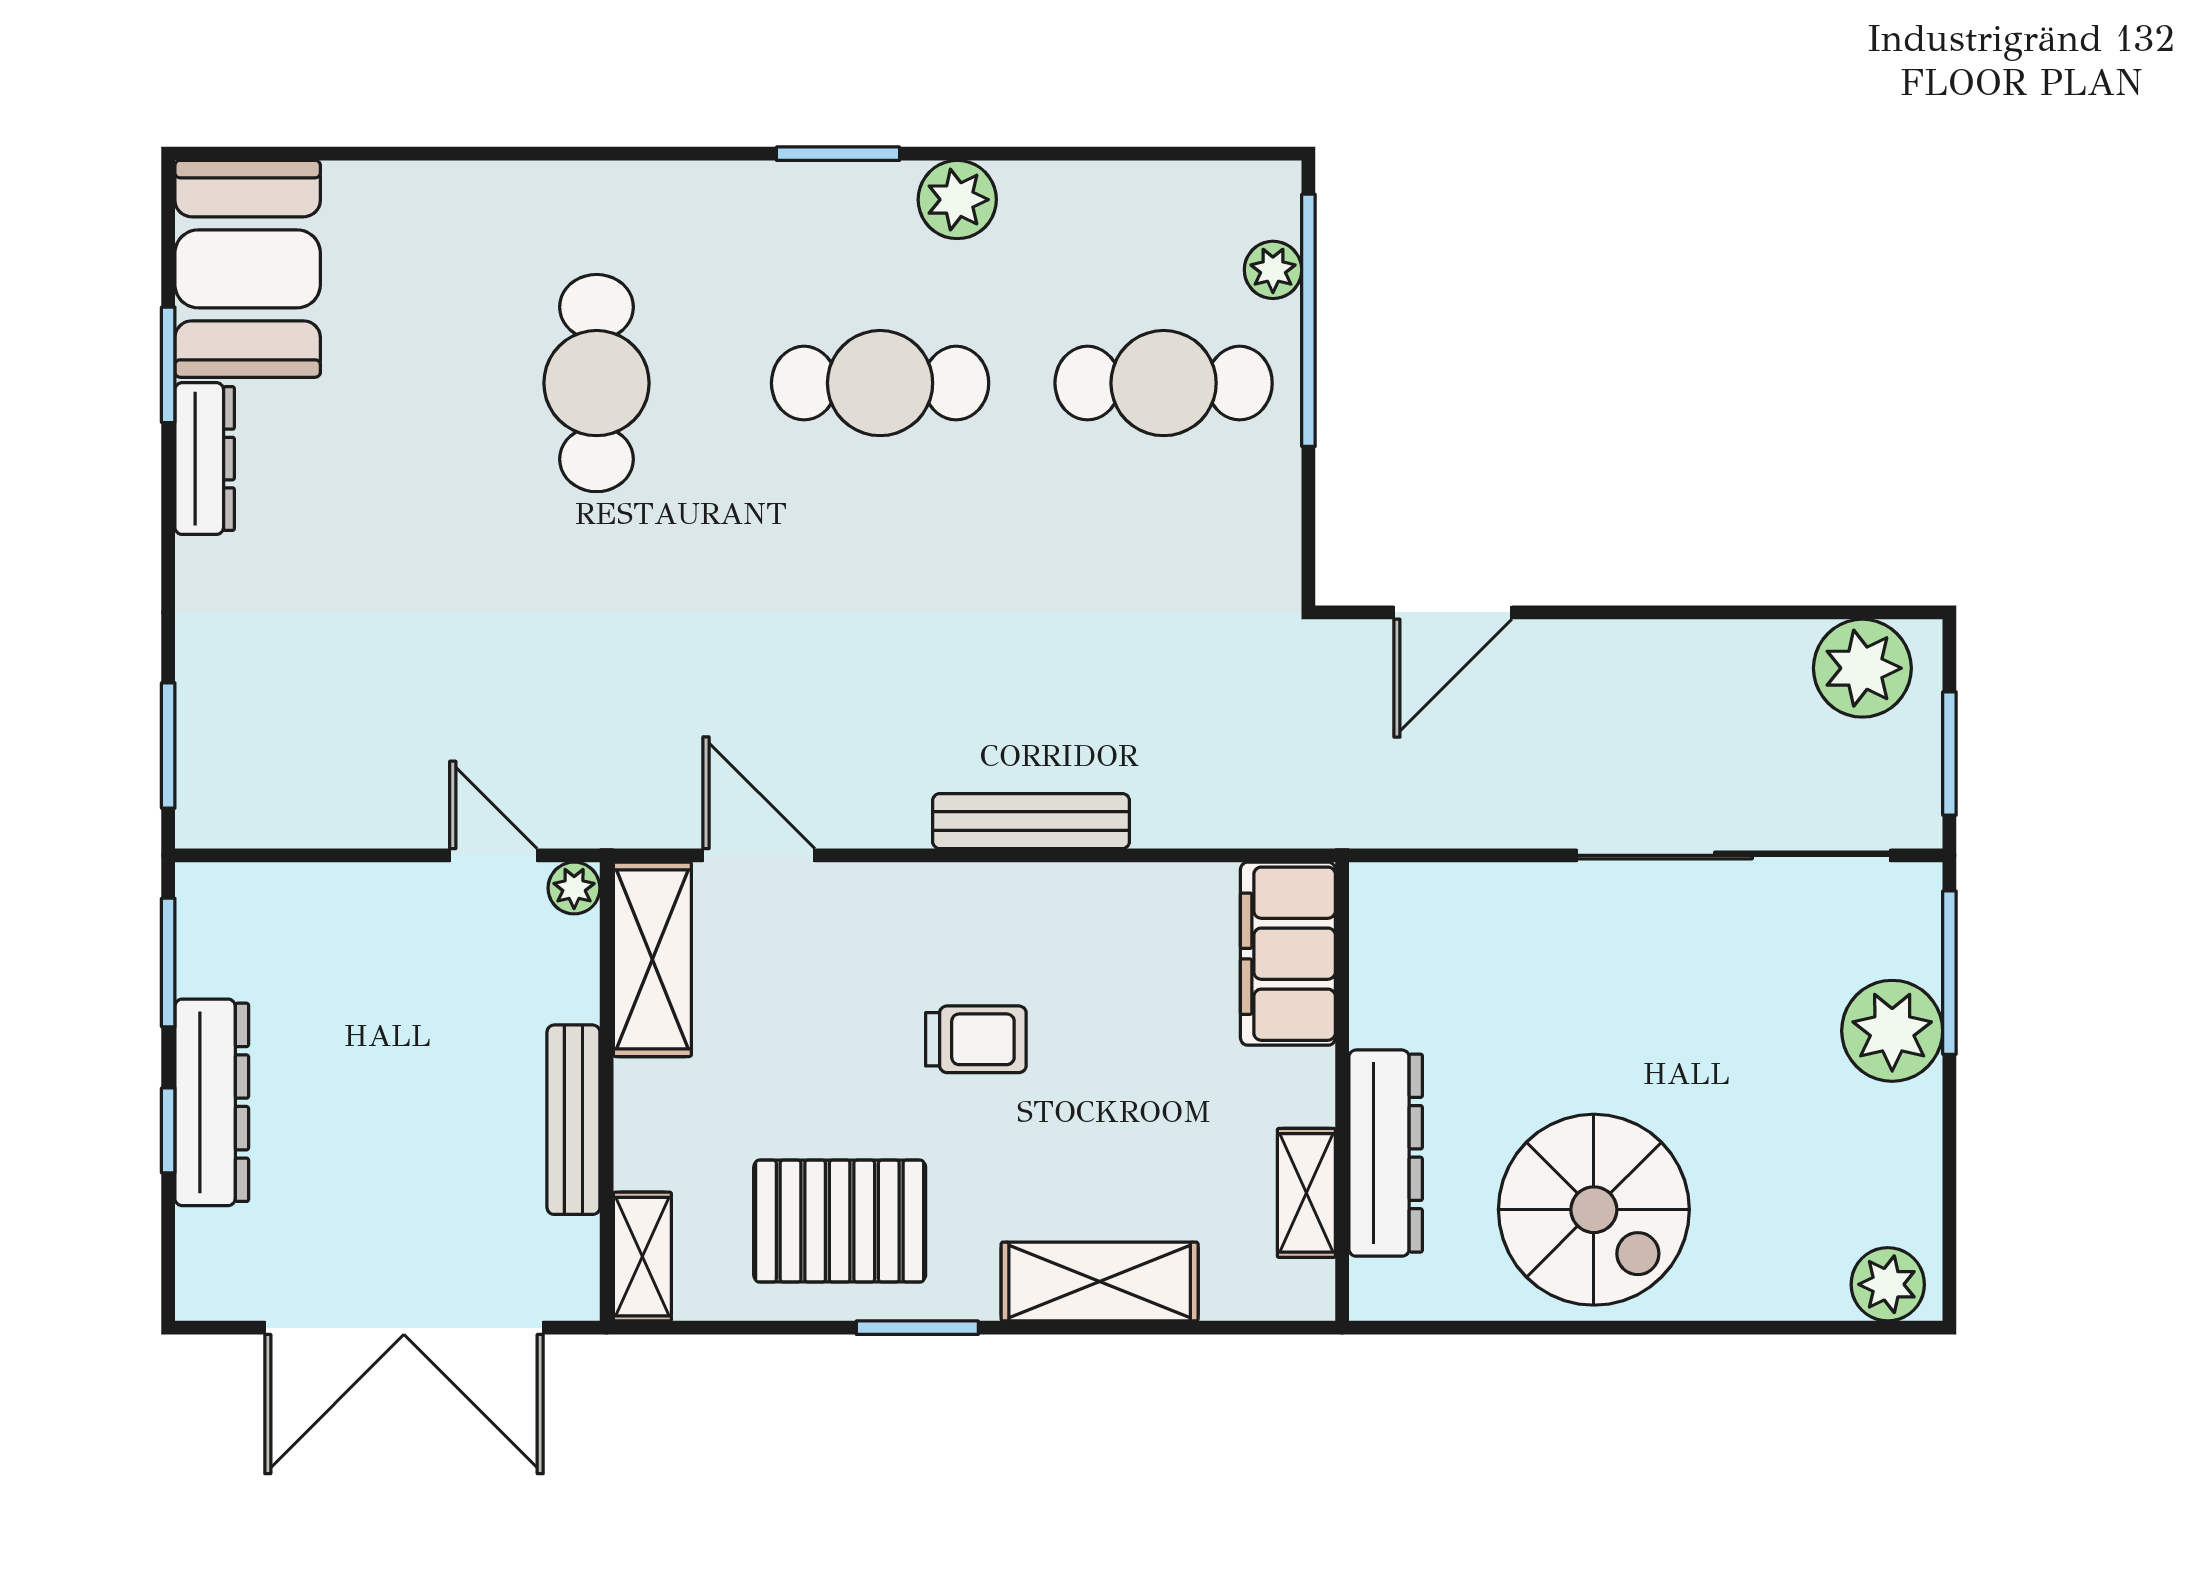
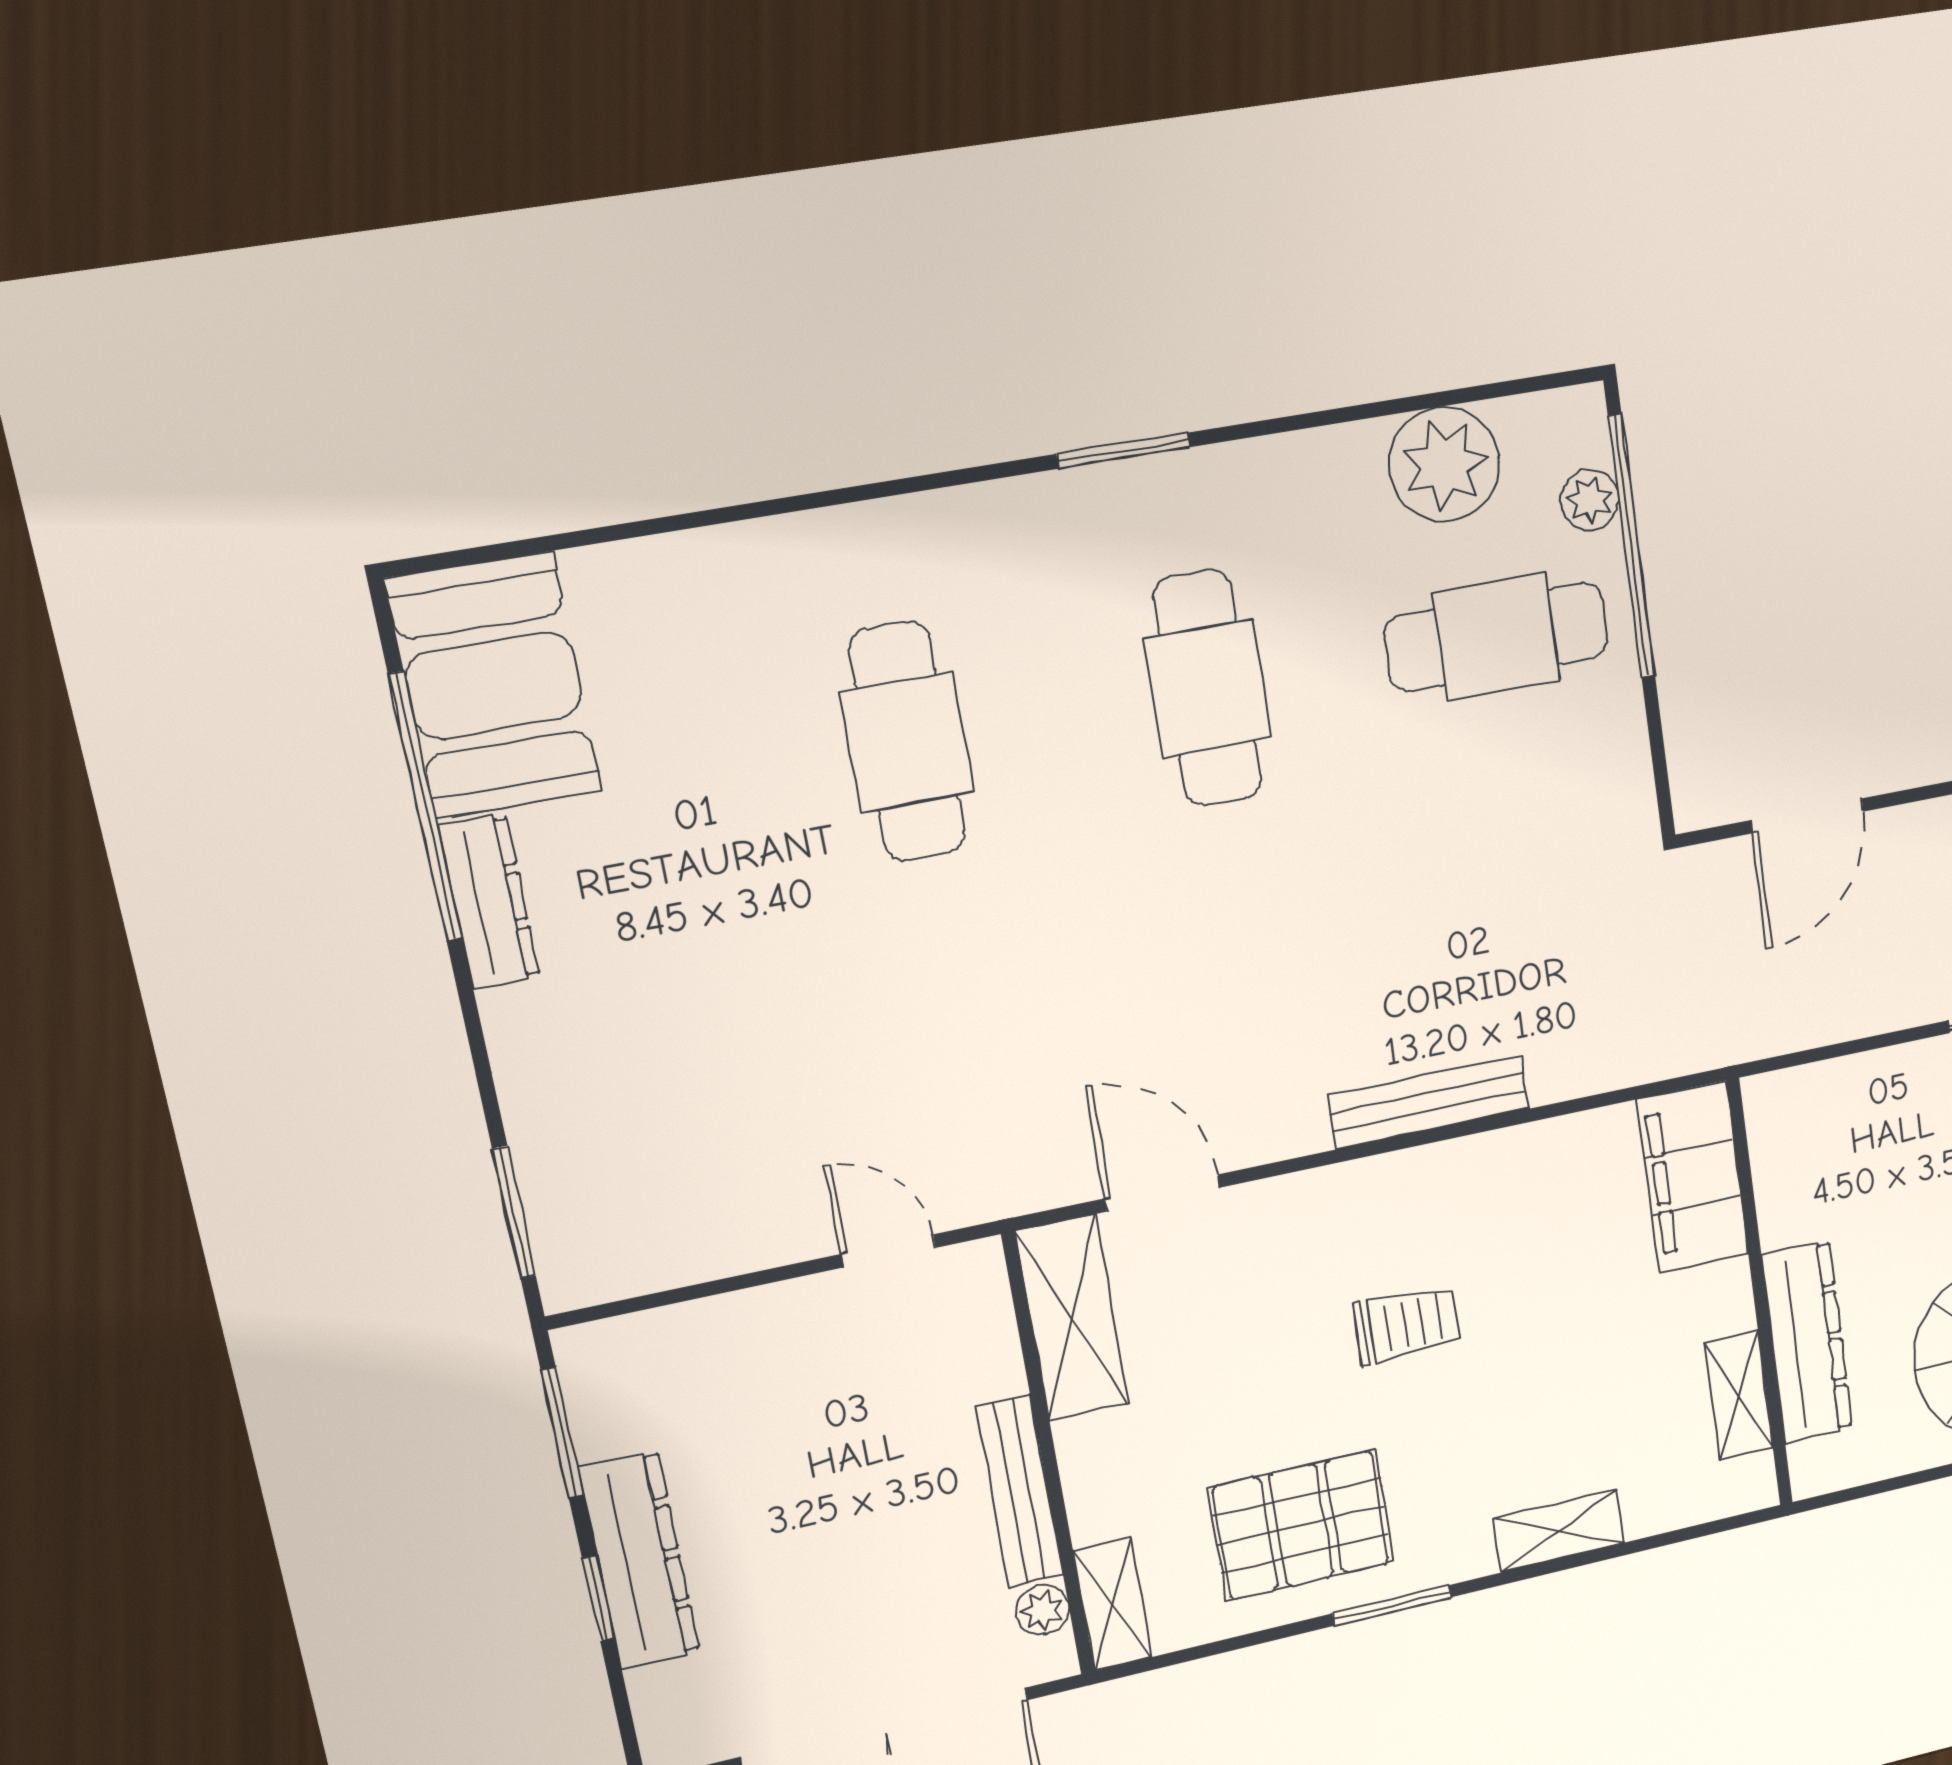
plant: (957, 200) -> (1444, 464), moved, width x1.36, depth x1.36
window: (168, 365) -> (425, 807), width x2.11
cafe table: (880, 383) -> (1208, 688), turned 90
plant: (574, 888) -> (1042, 1610), moved
shelving: (1100, 1282) -> (1559, 1531), width x0.67, depth x0.75

